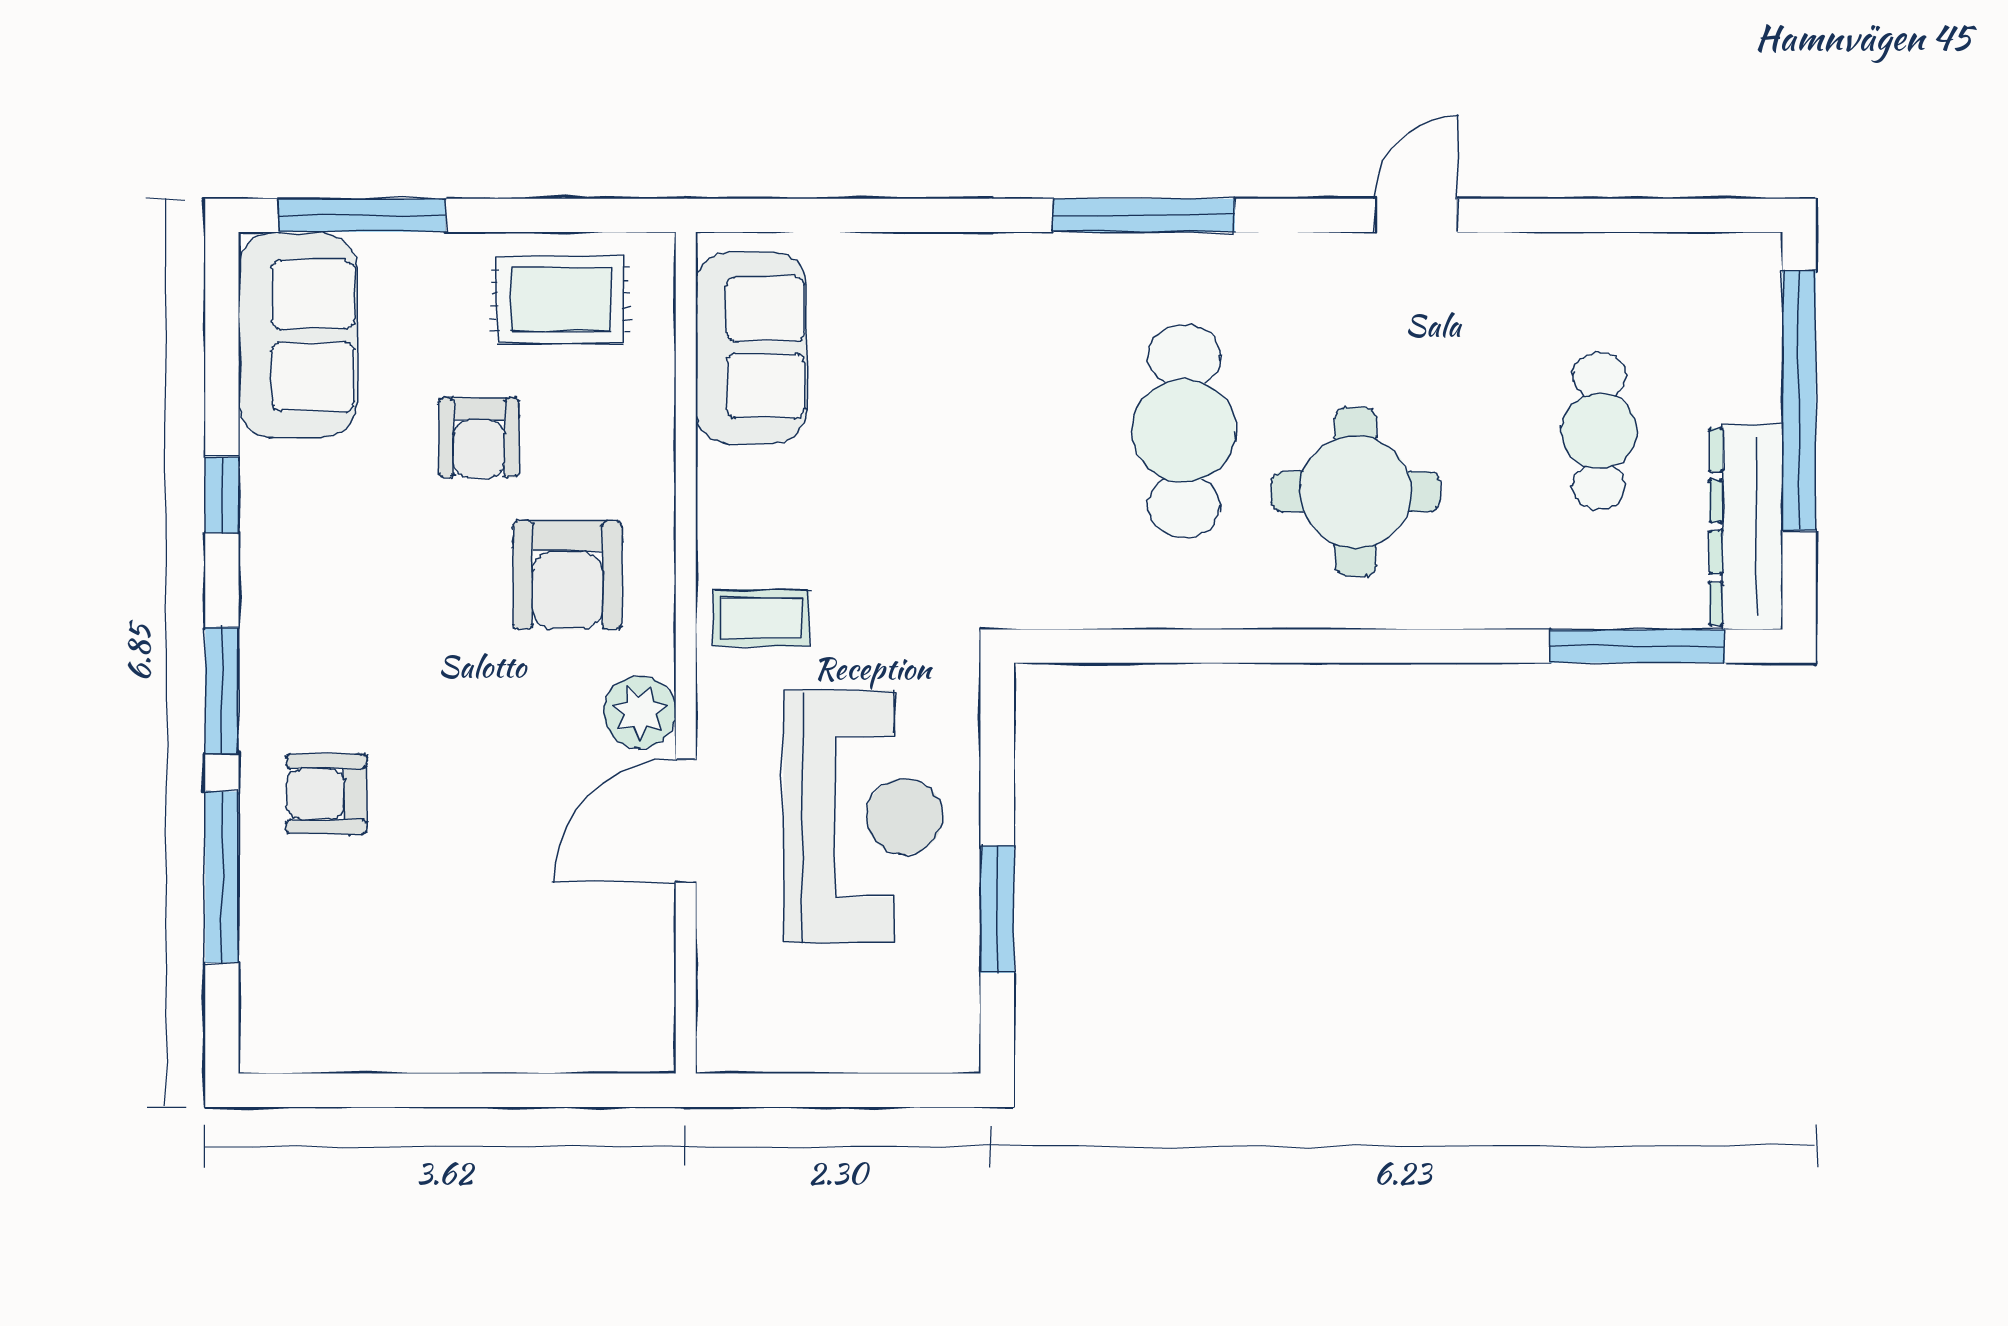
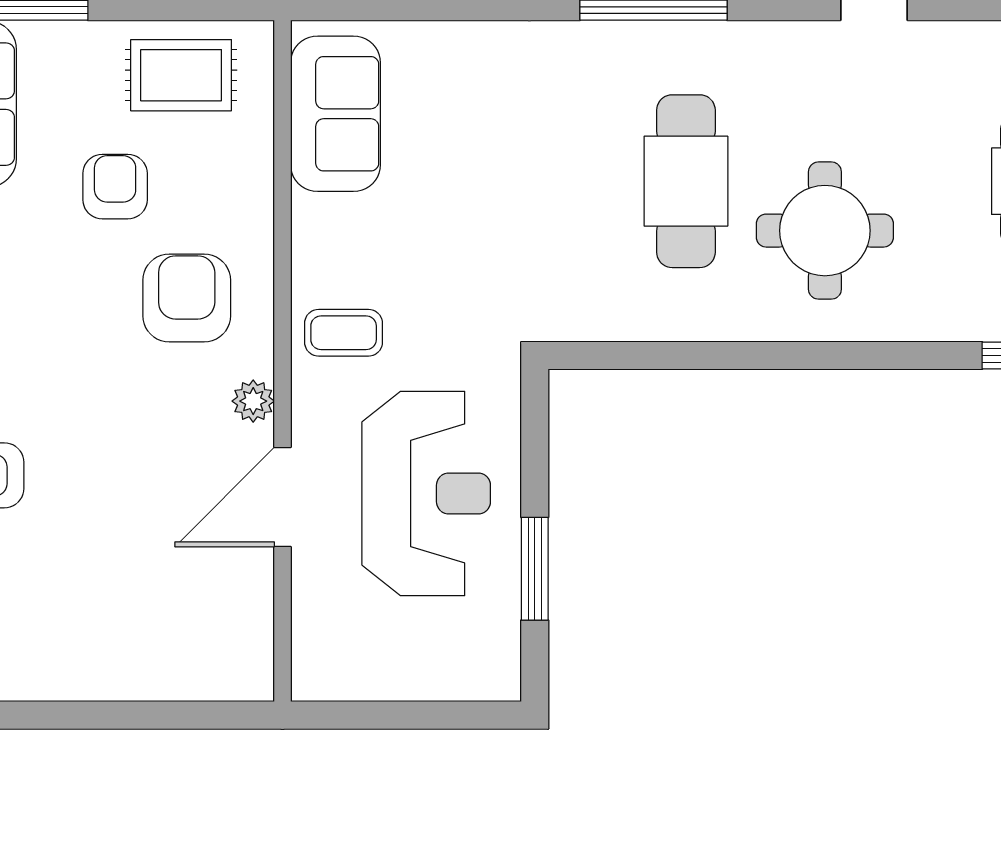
armchair: (479, 438) -> (115, 187), turned 180
armchair: (567, 575) -> (187, 298), turned 180
plant: (640, 712) -> (253, 401), width x0.73, depth x0.73

